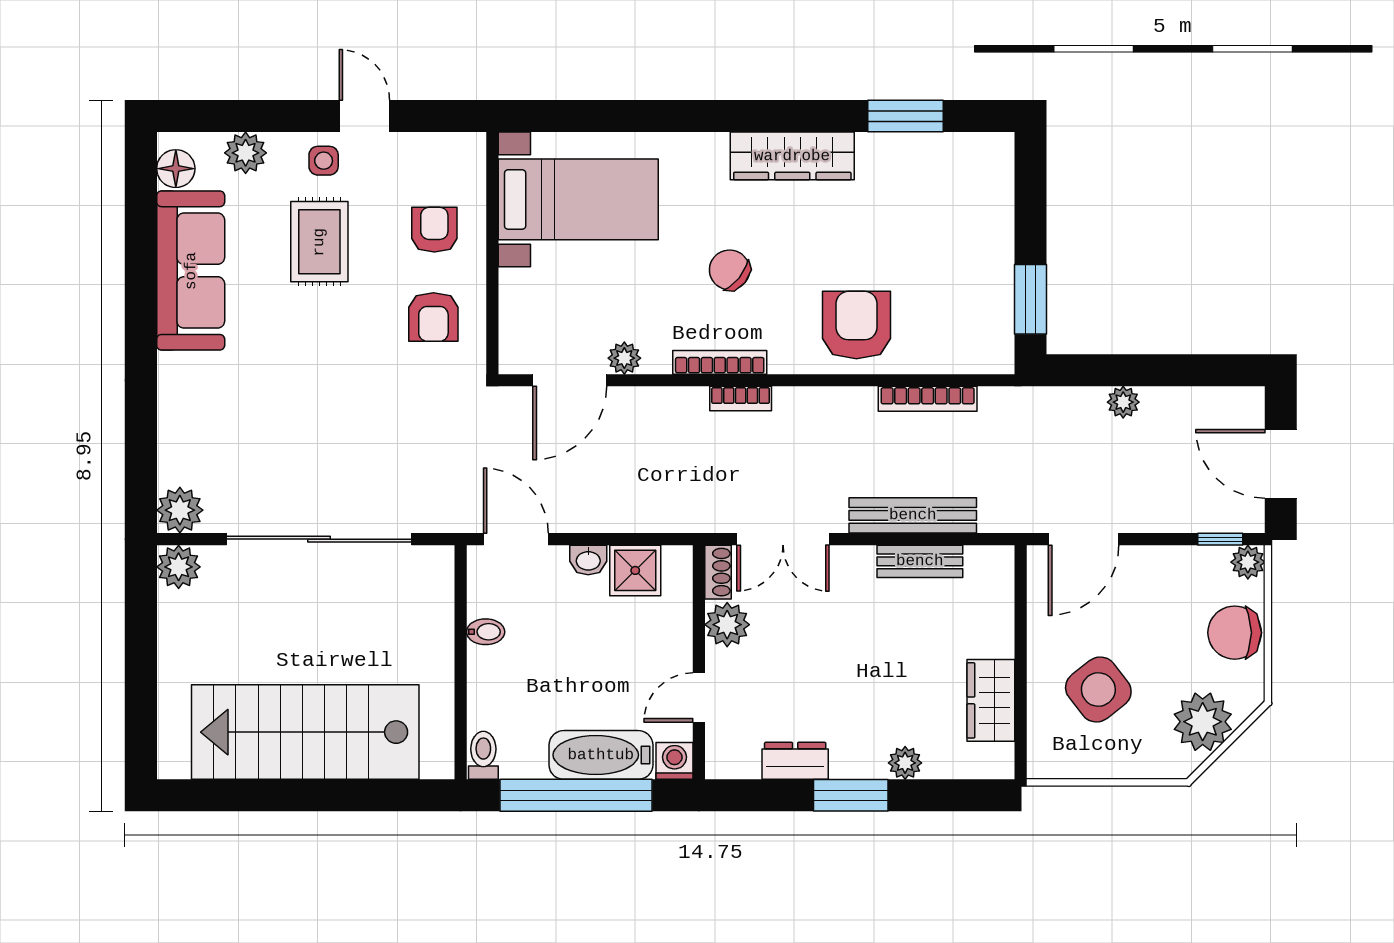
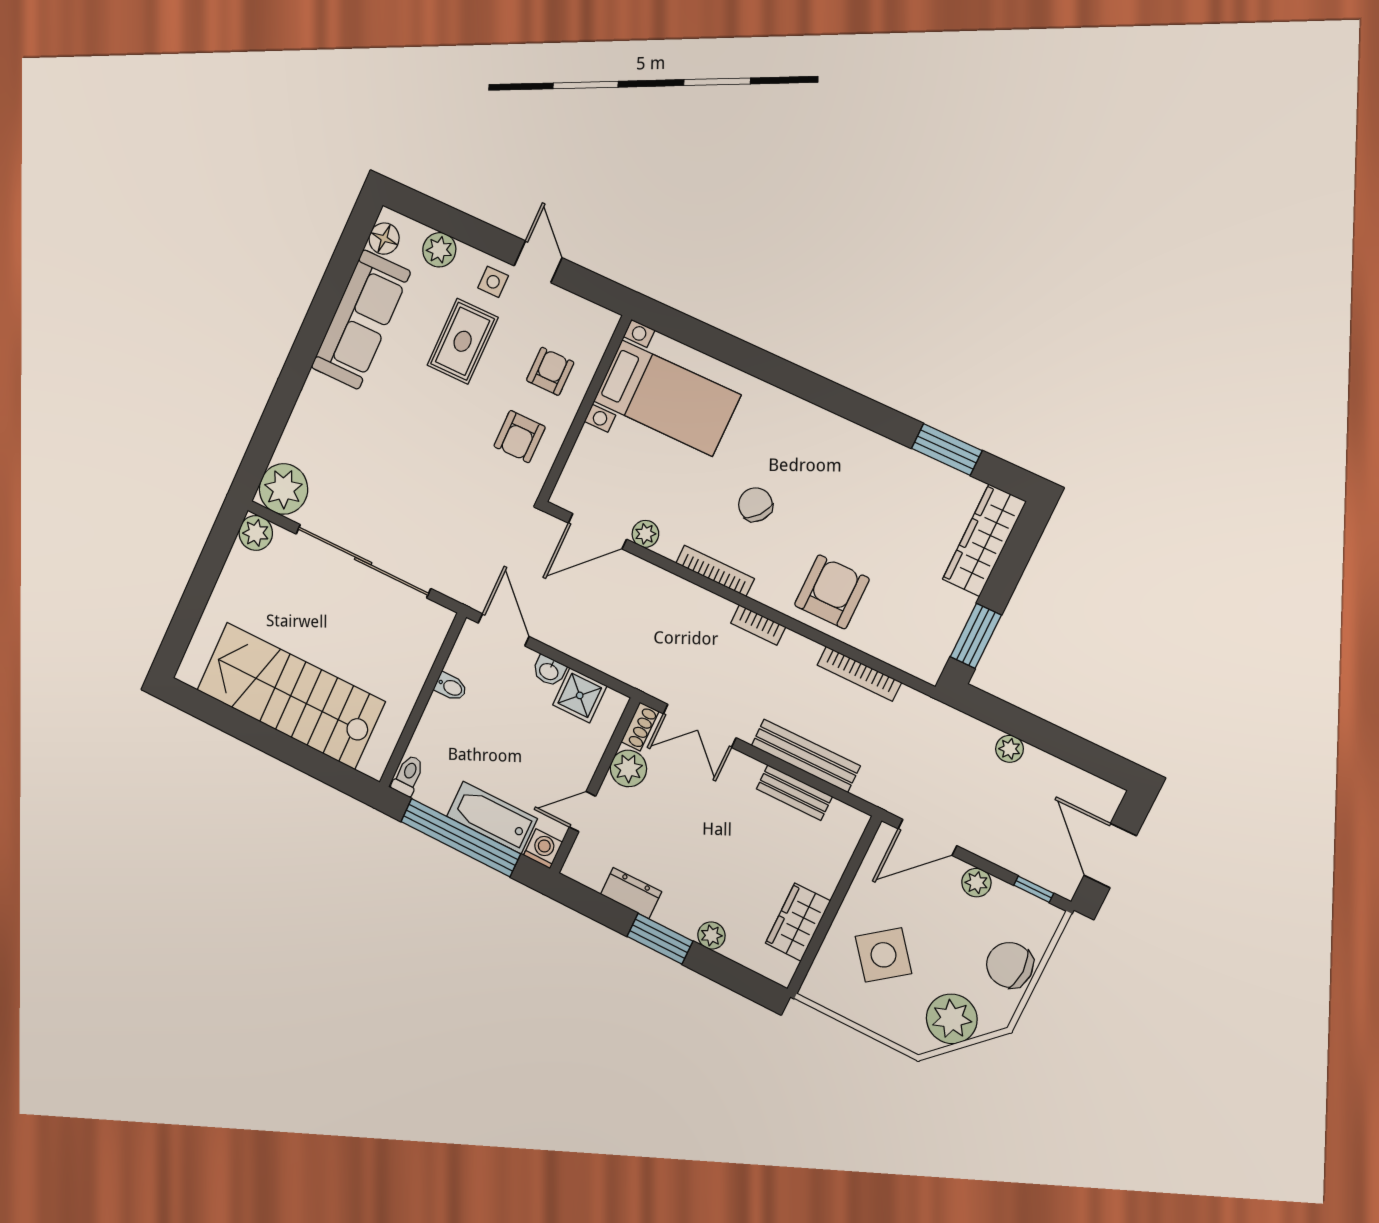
wardrobe: (792, 156) -> (984, 540), moved, turned 90
bookcase: (741, 399) -> (758, 625), moved
plant: (180, 510) -> (283, 489), width x1.36, depth x1.36
plant: (1248, 562) -> (976, 883), moved

